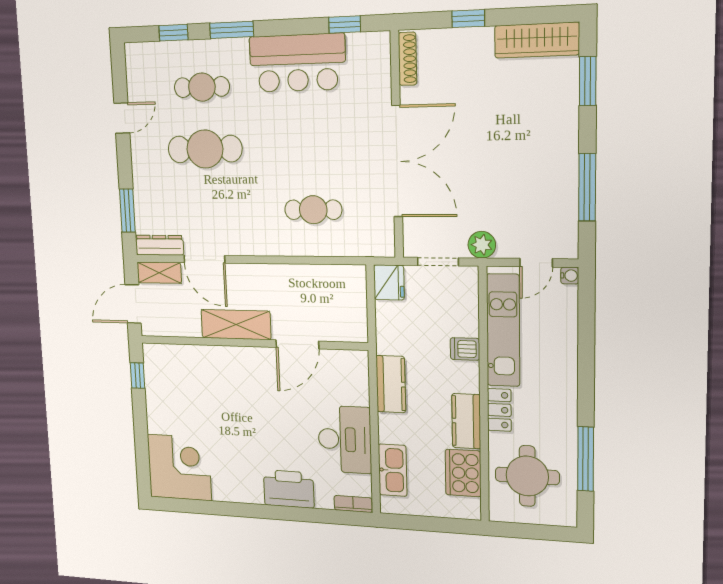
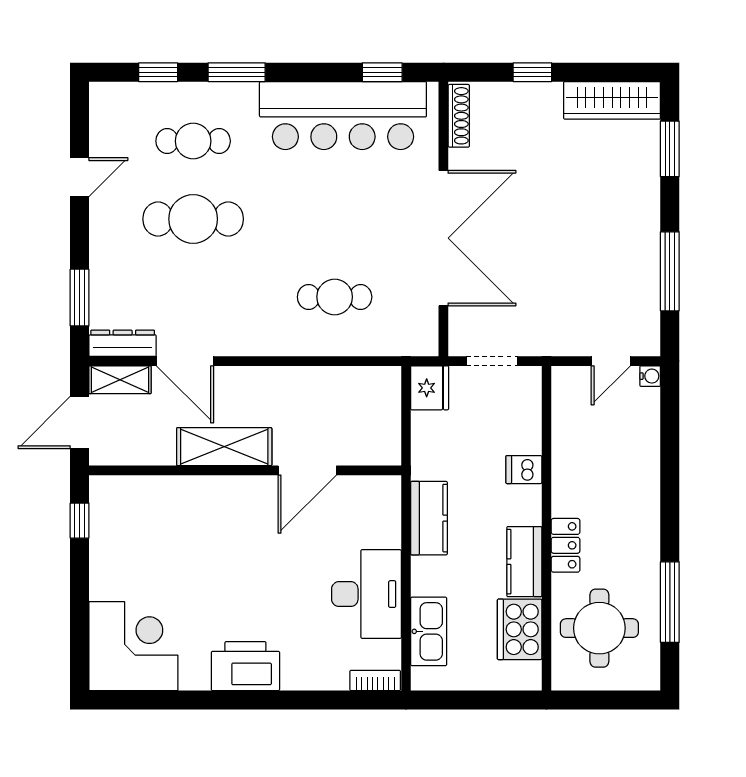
bar counter: (297, 63) -> (343, 116), width x1.36
plant: (482, 245) -> (546, 340), removed
kitchen unit: (503, 330) -> (571, 445), removed
printer: (289, 489) -> (245, 666), moved

